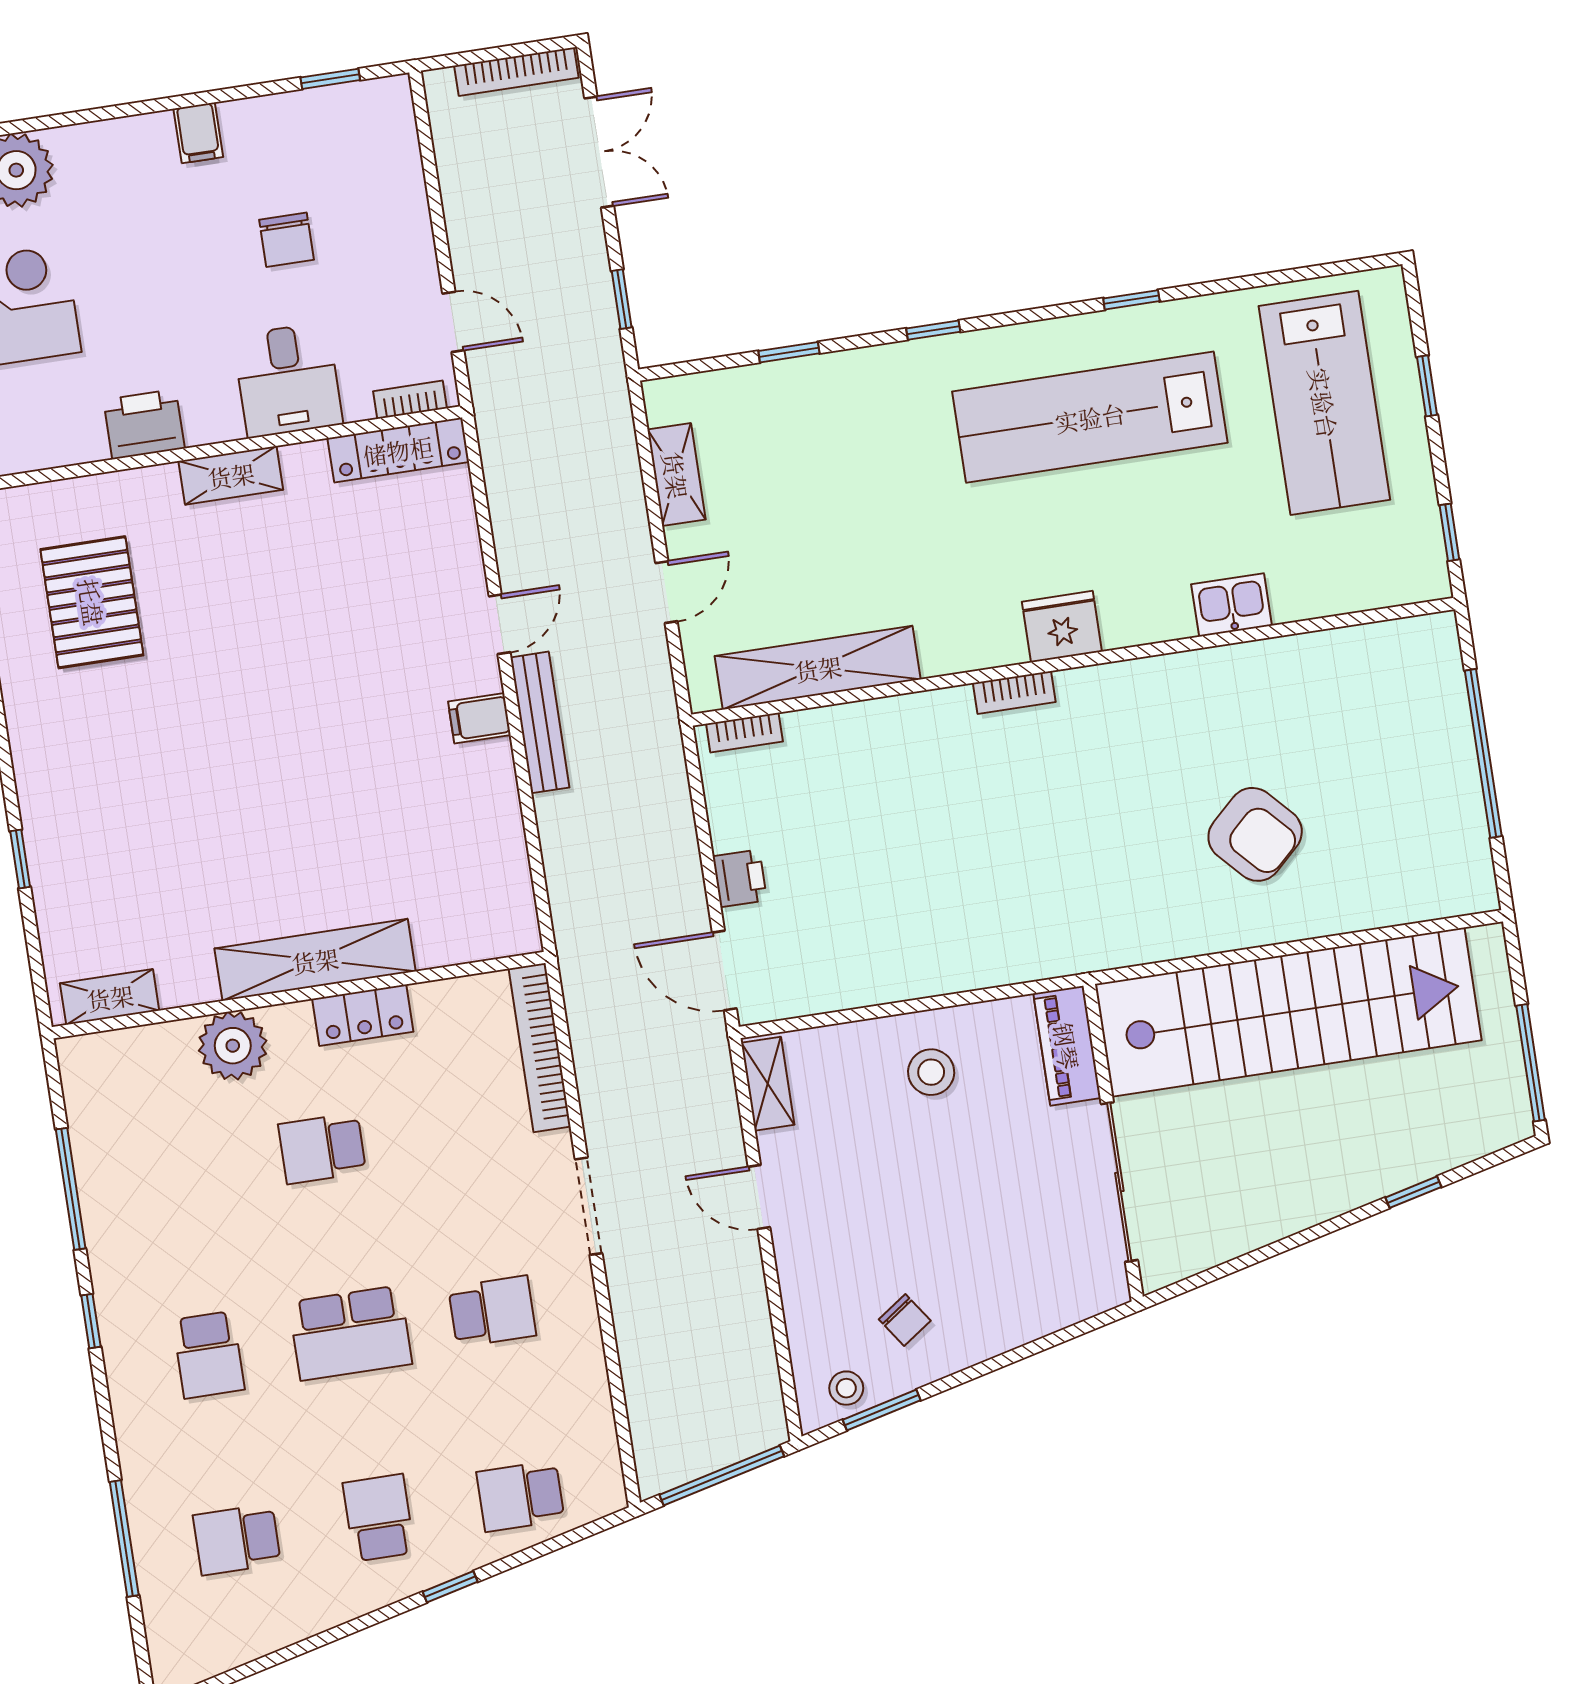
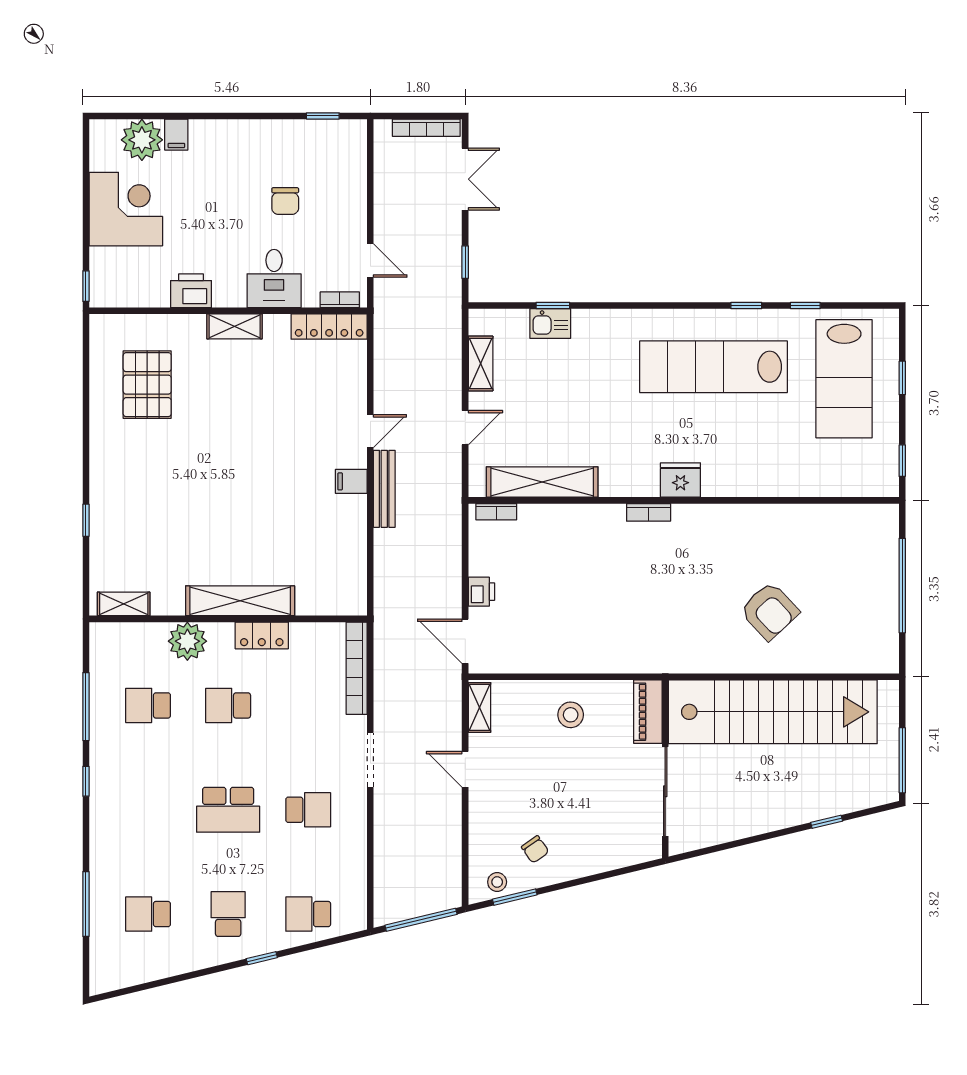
filing cabinet: (198, 133) -> (176, 135), moved
window: (933, 330) -> (805, 306), moved
kitchen sink: (1232, 605) -> (550, 324), moved, turned 180
school desk: (209, 1355) -> (148, 705), moved, turned 90

